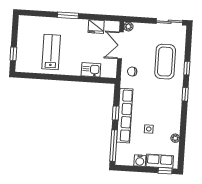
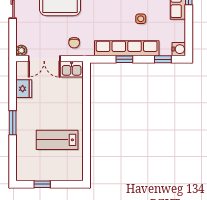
window: (13, 54) -> (42, 184), moved
kitchen sink: (91, 70) -> (72, 69), moved, turned -90
window: (114, 146) -> (163, 59), width x0.46
water cooler: (140, 161) -> (179, 49), moved

